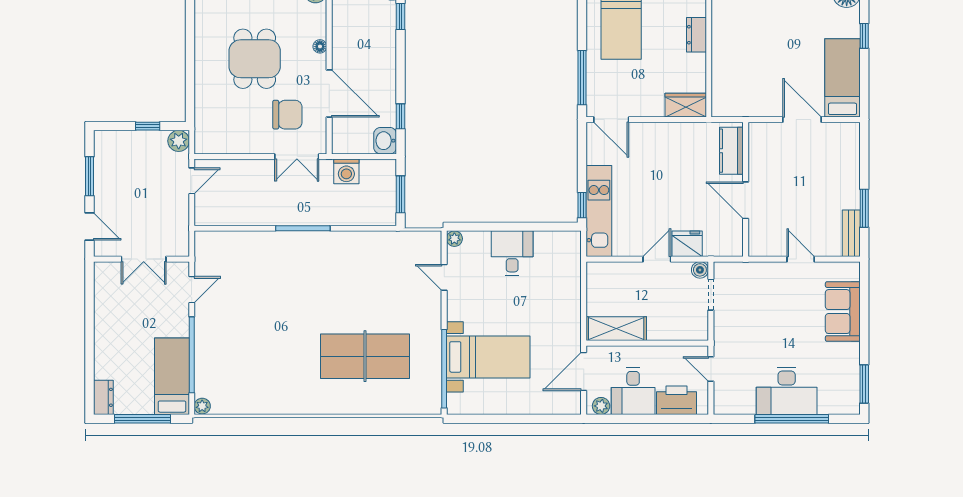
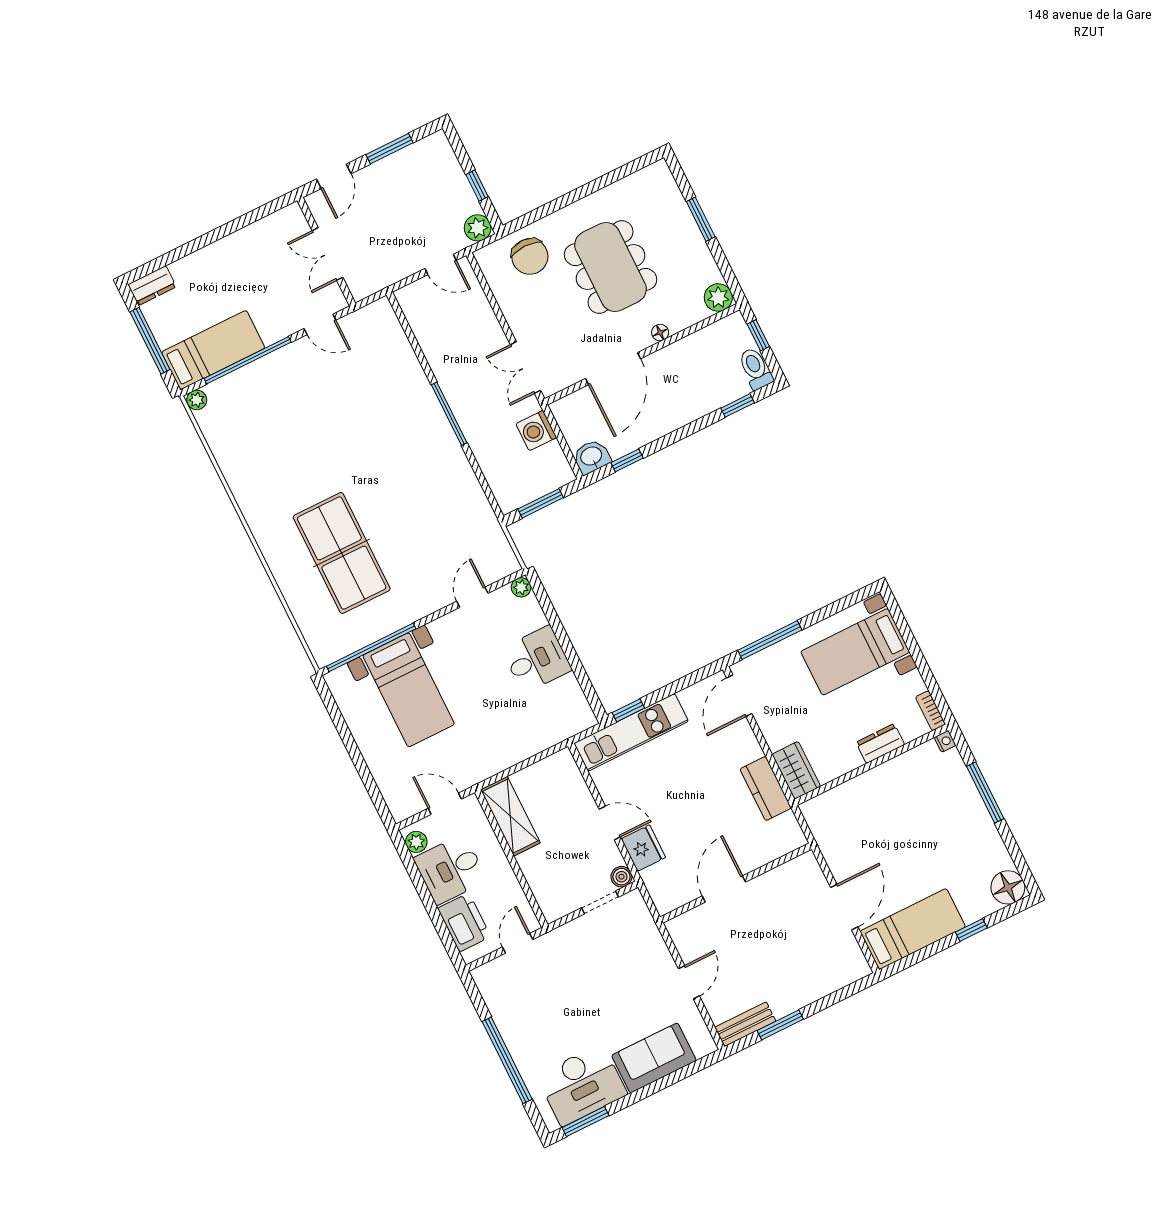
dining table: (255, 59) -> (611, 267), width x1.38
chair: (287, 115) -> (530, 256), moved
kitchen counter: (731, 151) -> (766, 789), moved, turned -90
door: (584, 372) -> (445, 804), width x0.73
desk: (787, 391) -> (582, 1085), moved, turned -90

